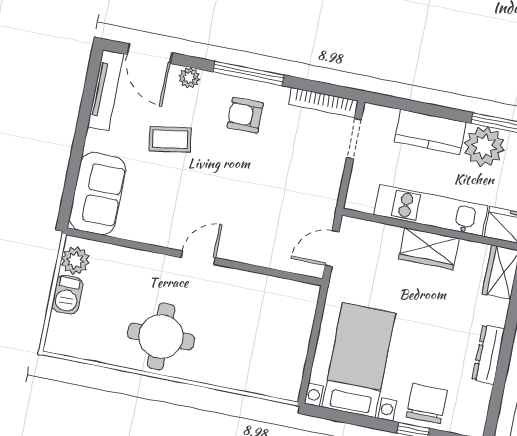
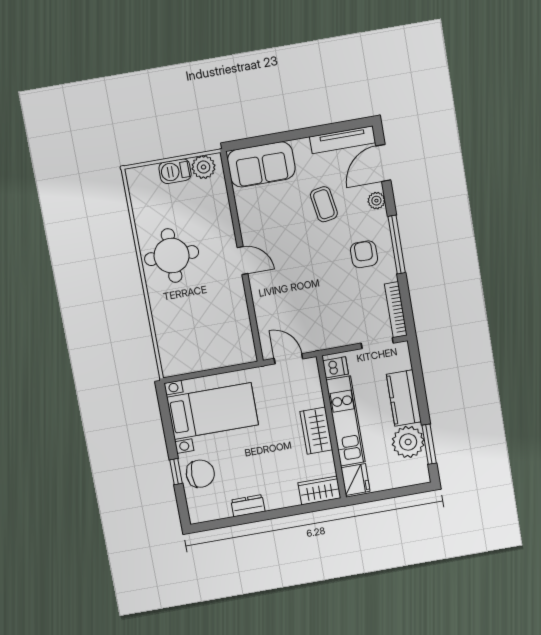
dishwasher: (363, 198) -> (335, 367), added
dresser: (488, 354) -> (248, 506), width x0.70

